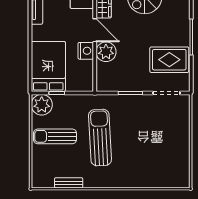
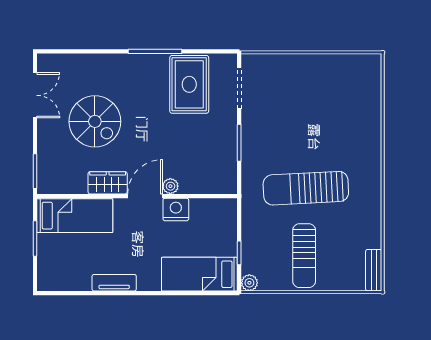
plant: (106, 52) -> (170, 186), width x0.53, depth x0.53
bed: (48, 66) -> (199, 274), width x0.67
plant: (42, 105) -> (249, 283), width x0.53, depth x0.53
bench: (69, 183) -> (374, 270), moved

